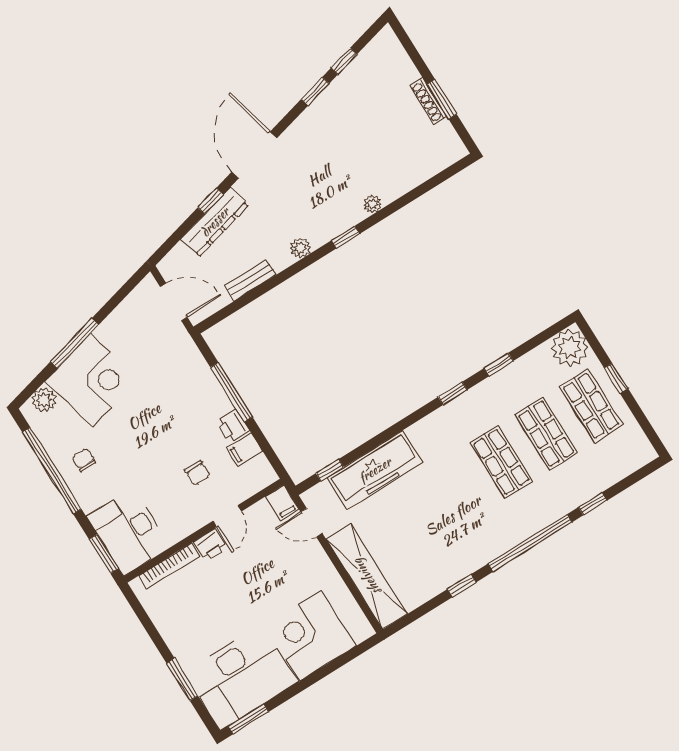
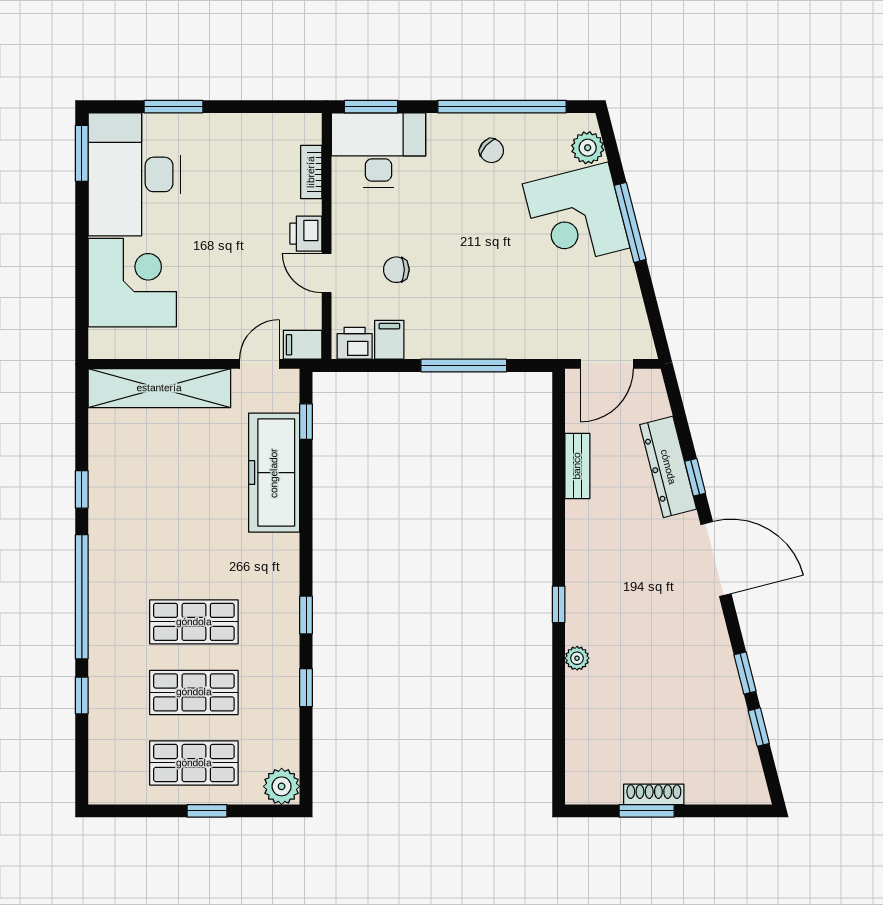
plant: (300, 248) -> (578, 546), removed
plant: (570, 348) -> (282, 786), width x0.73, depth x0.73
printer: (233, 426) -> (355, 343), moved
chair: (84, 460) -> (492, 151), turned 41
bookcase: (169, 566) -> (311, 172), width x0.64

